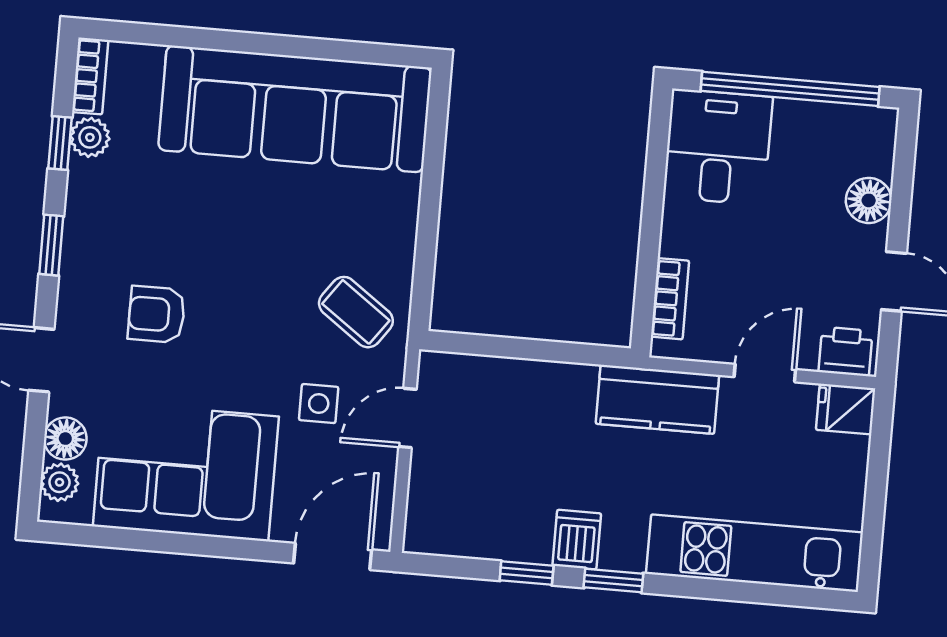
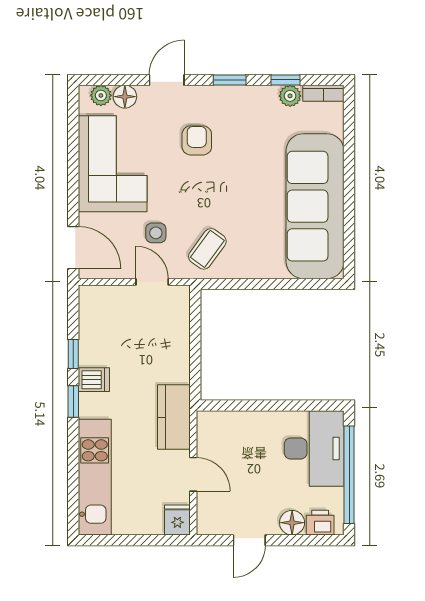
desk: (718, 147) -> (314, 448), width x1.37
bookcase: (670, 299) -> (229, 419), removed
printer: (846, 351) -> (320, 523), moved, turned -90

